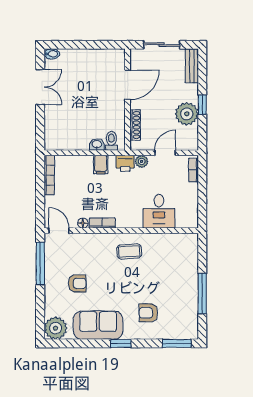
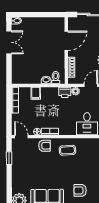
filing cabinet: (101, 165) -> (36, 93), moved
window: (40, 263) -> (9, 158), width x0.46
armchair: (77, 283) -> (44, 146), moved

